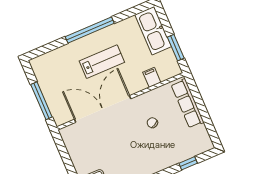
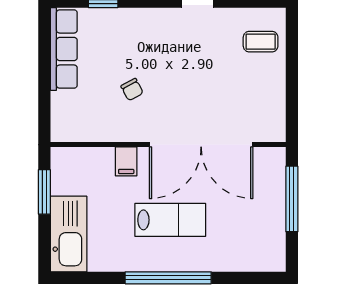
lab bench: (102, 62) -> (170, 220), turned 180
filing cabinet: (152, 77) -> (126, 161), moved
row of seats: (187, 103) -> (64, 49), moved

